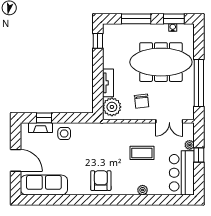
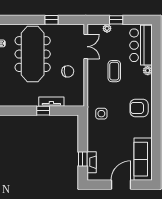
window: (98, 41) -> (43, 111), moved
window: (199, 83) -> (51, 20), width x0.32
plant: (112, 107) -> (73, 98), removed
side table: (64, 134) -> (101, 114), moved
bar counter: (182, 173) -> (141, 45), moved, turned 90

